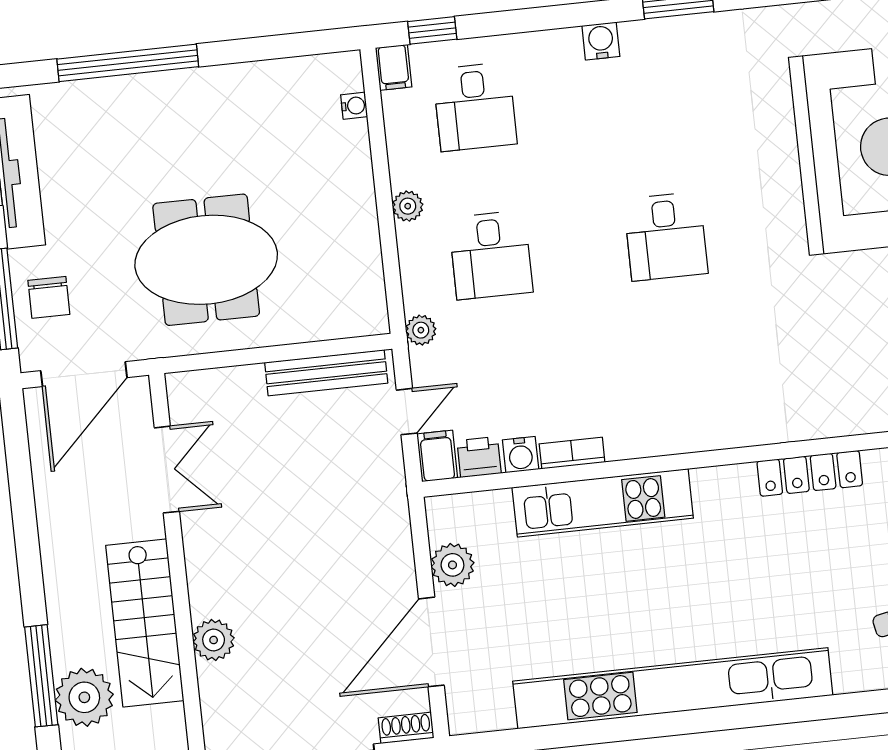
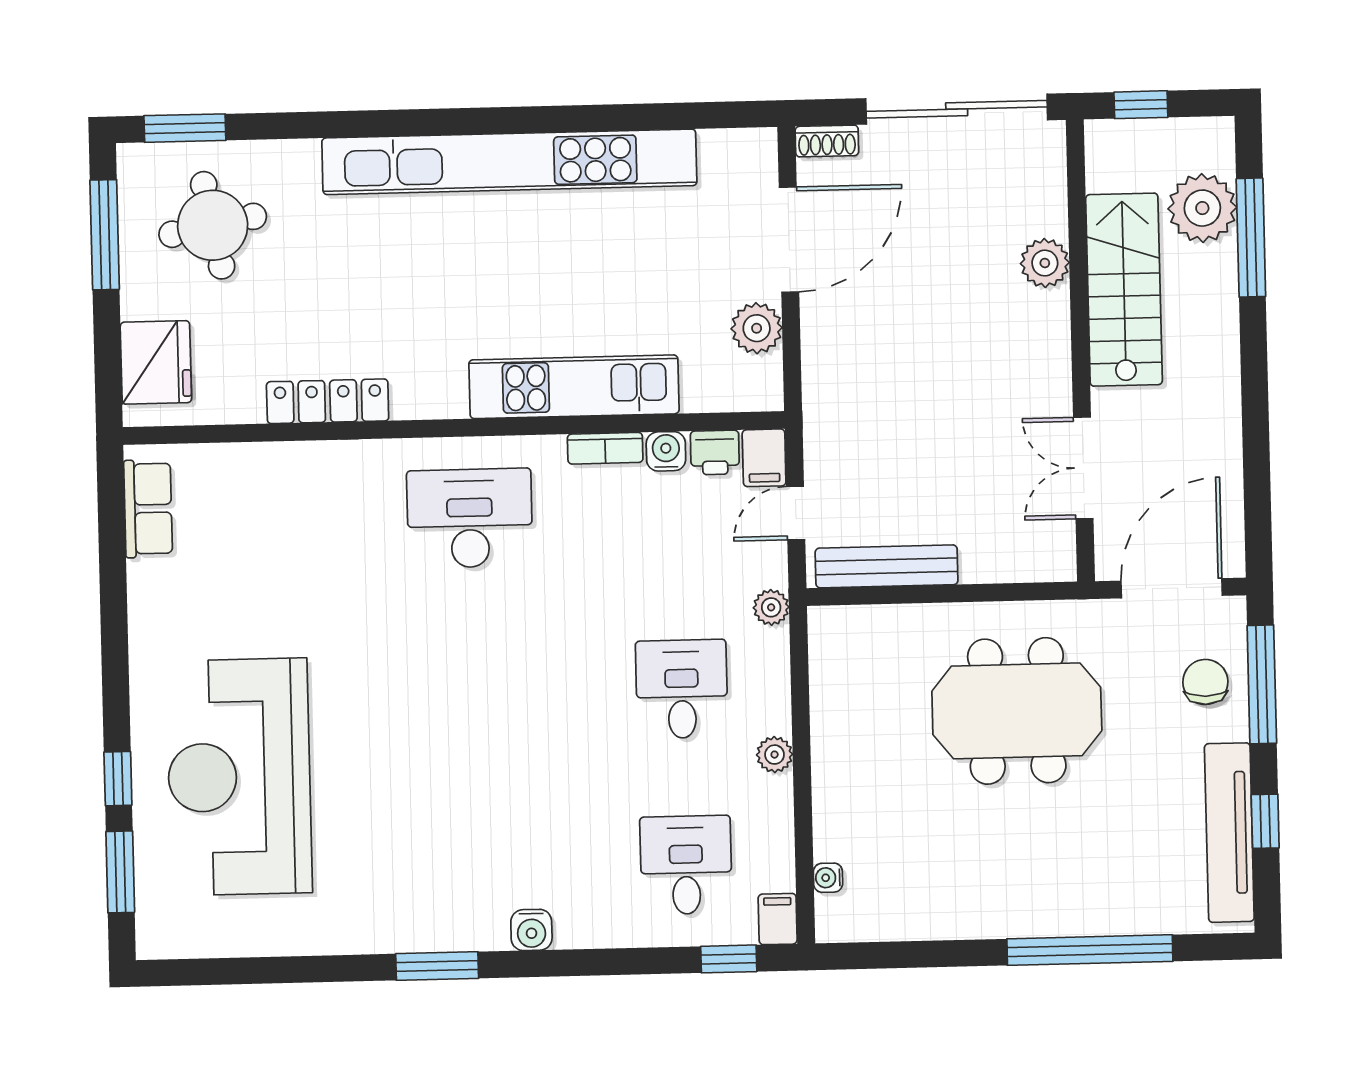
desk: (666, 236) -> (470, 518), moved, width x1.37

